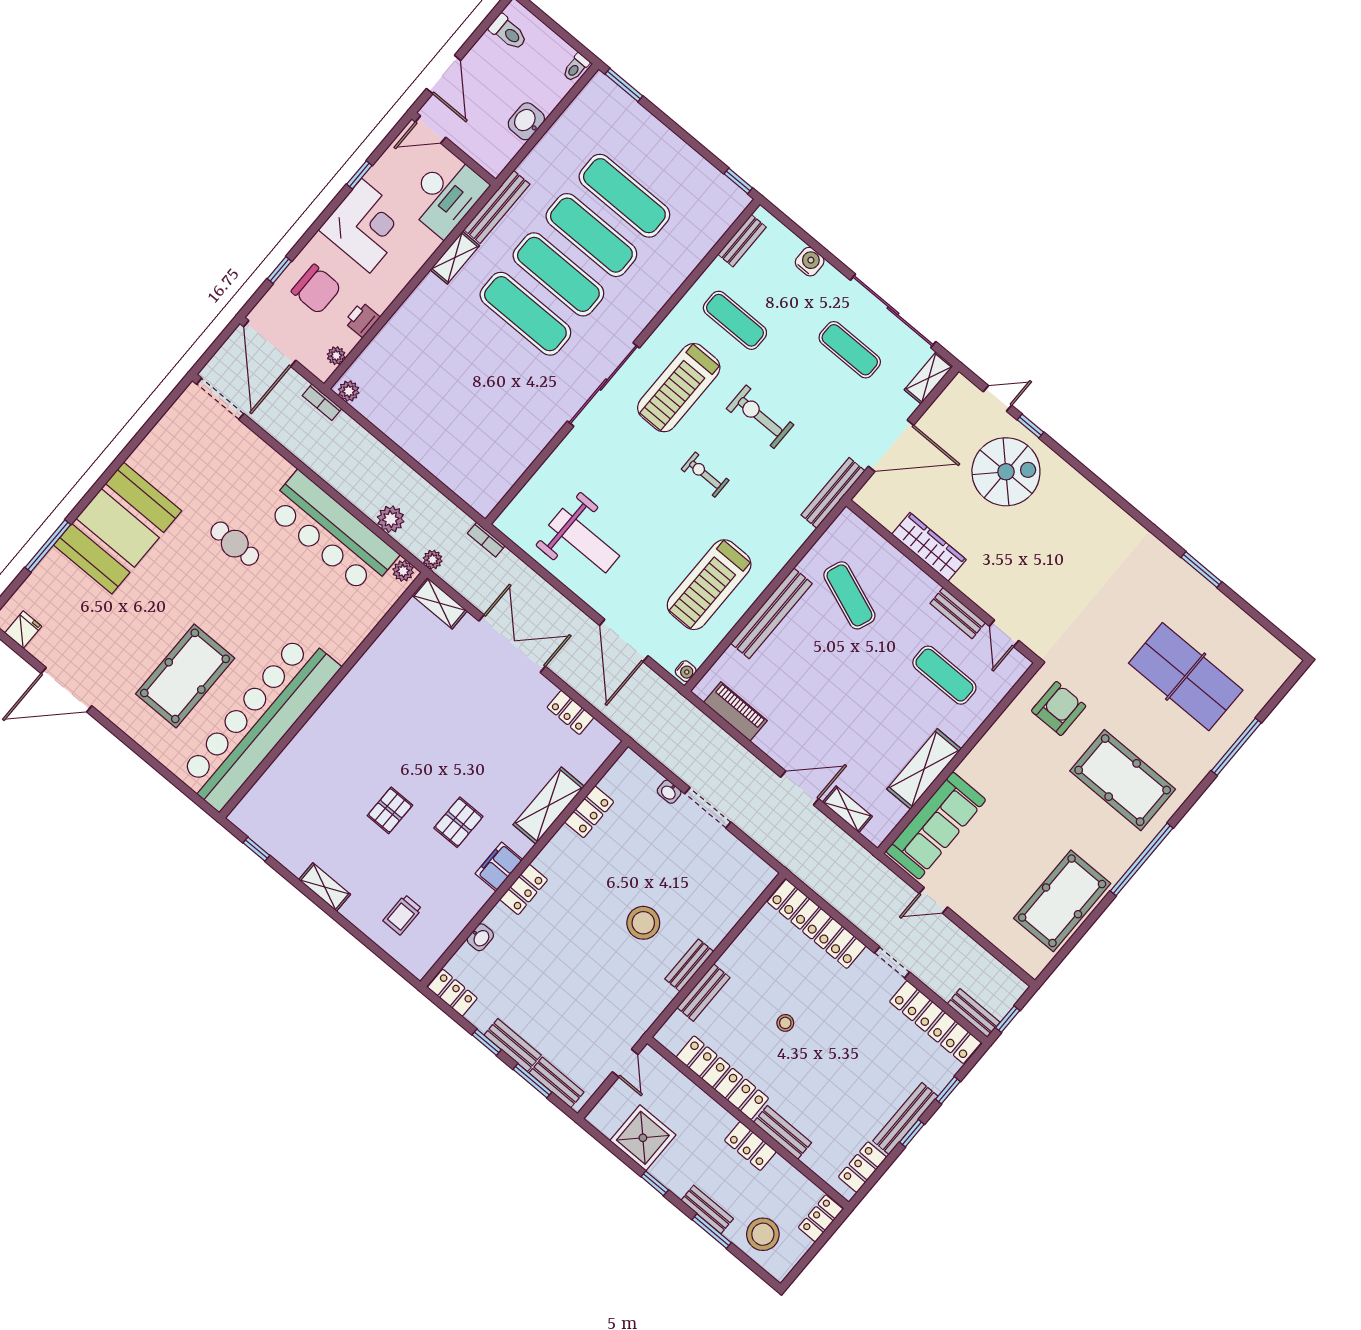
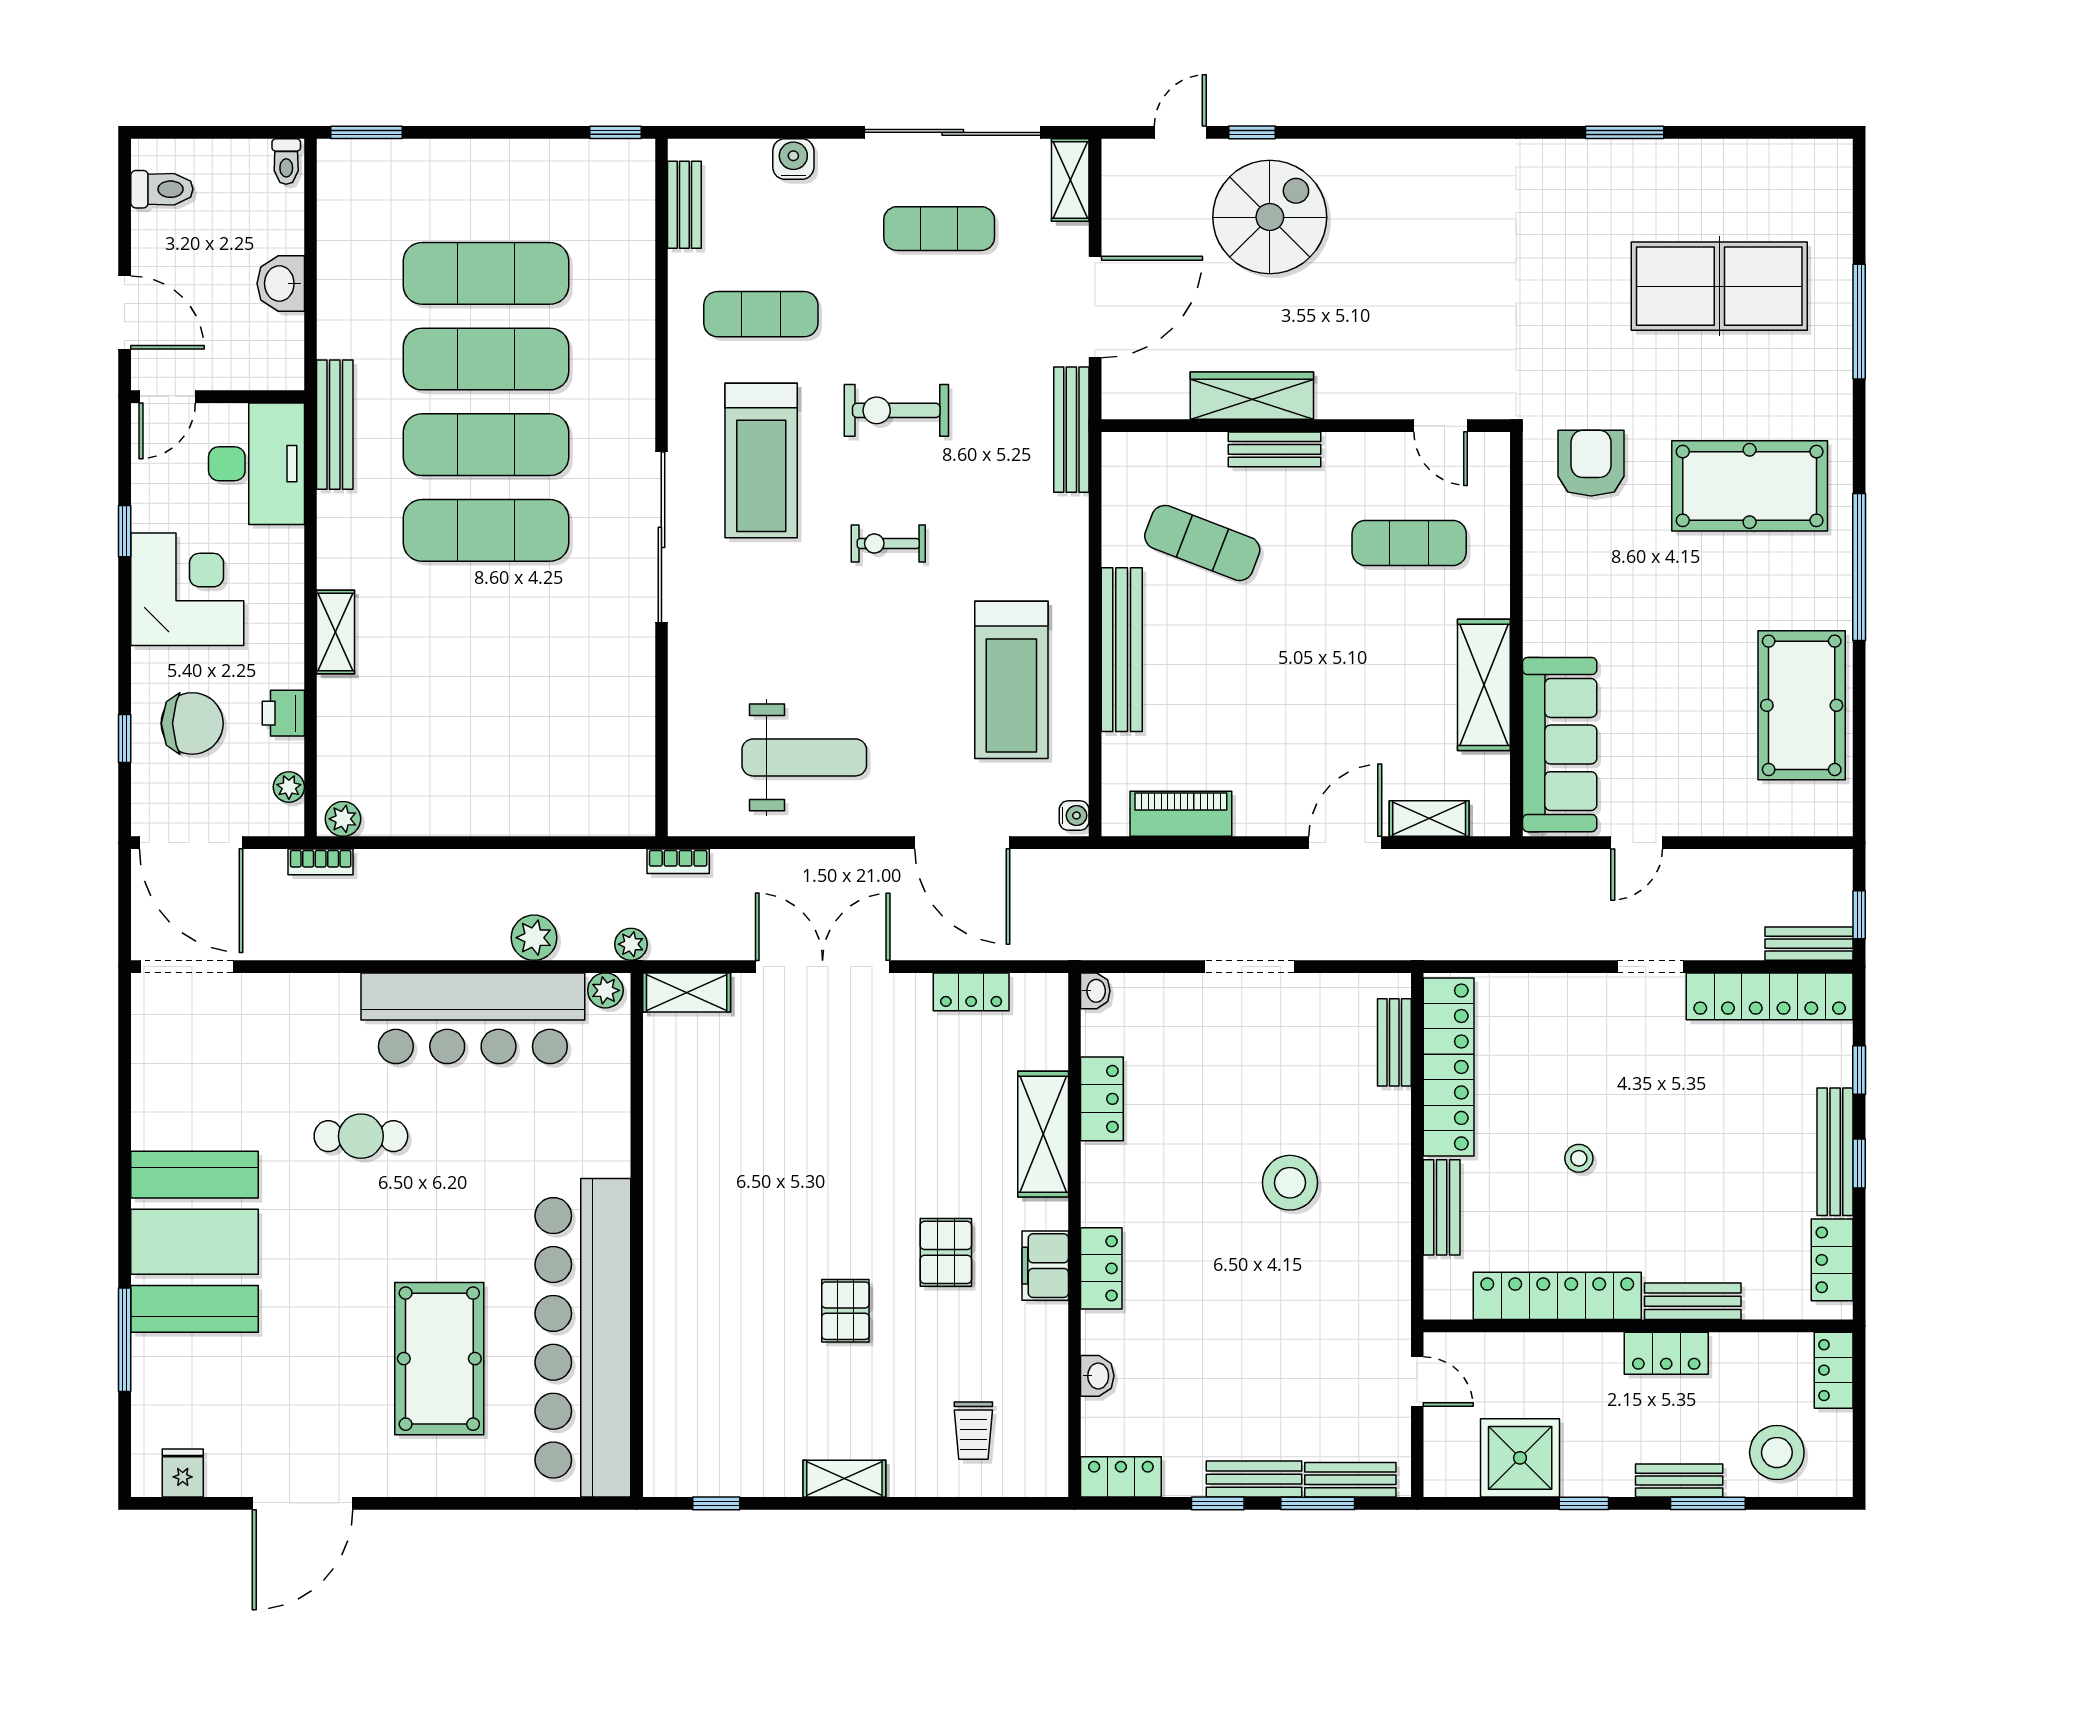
shelving: (455, 258) -> (336, 632), moved
bench: (958, 613) -> (1275, 449), moved
washbasin: (669, 792) -> (1095, 991), moved, turned -90
locker: (817, 924) -> (1449, 1067), moved, turned -90
bench: (689, 965) -> (1394, 1042), moved

